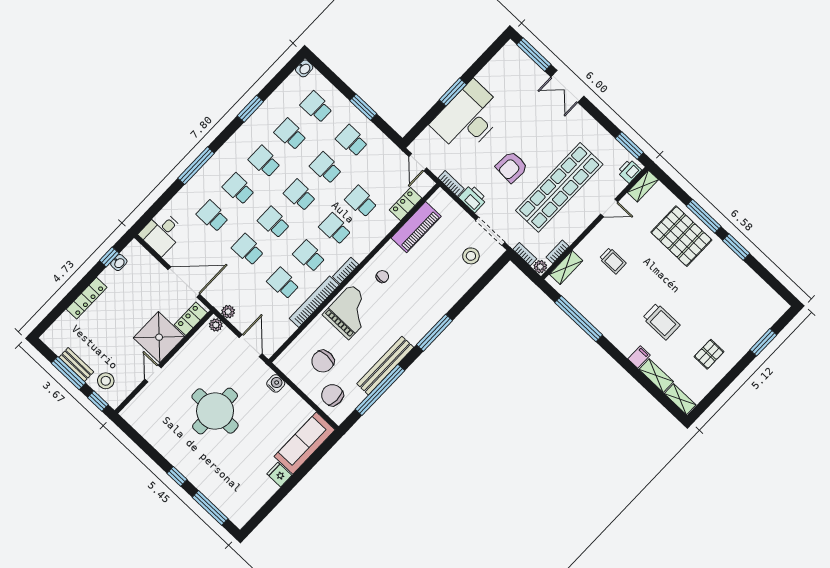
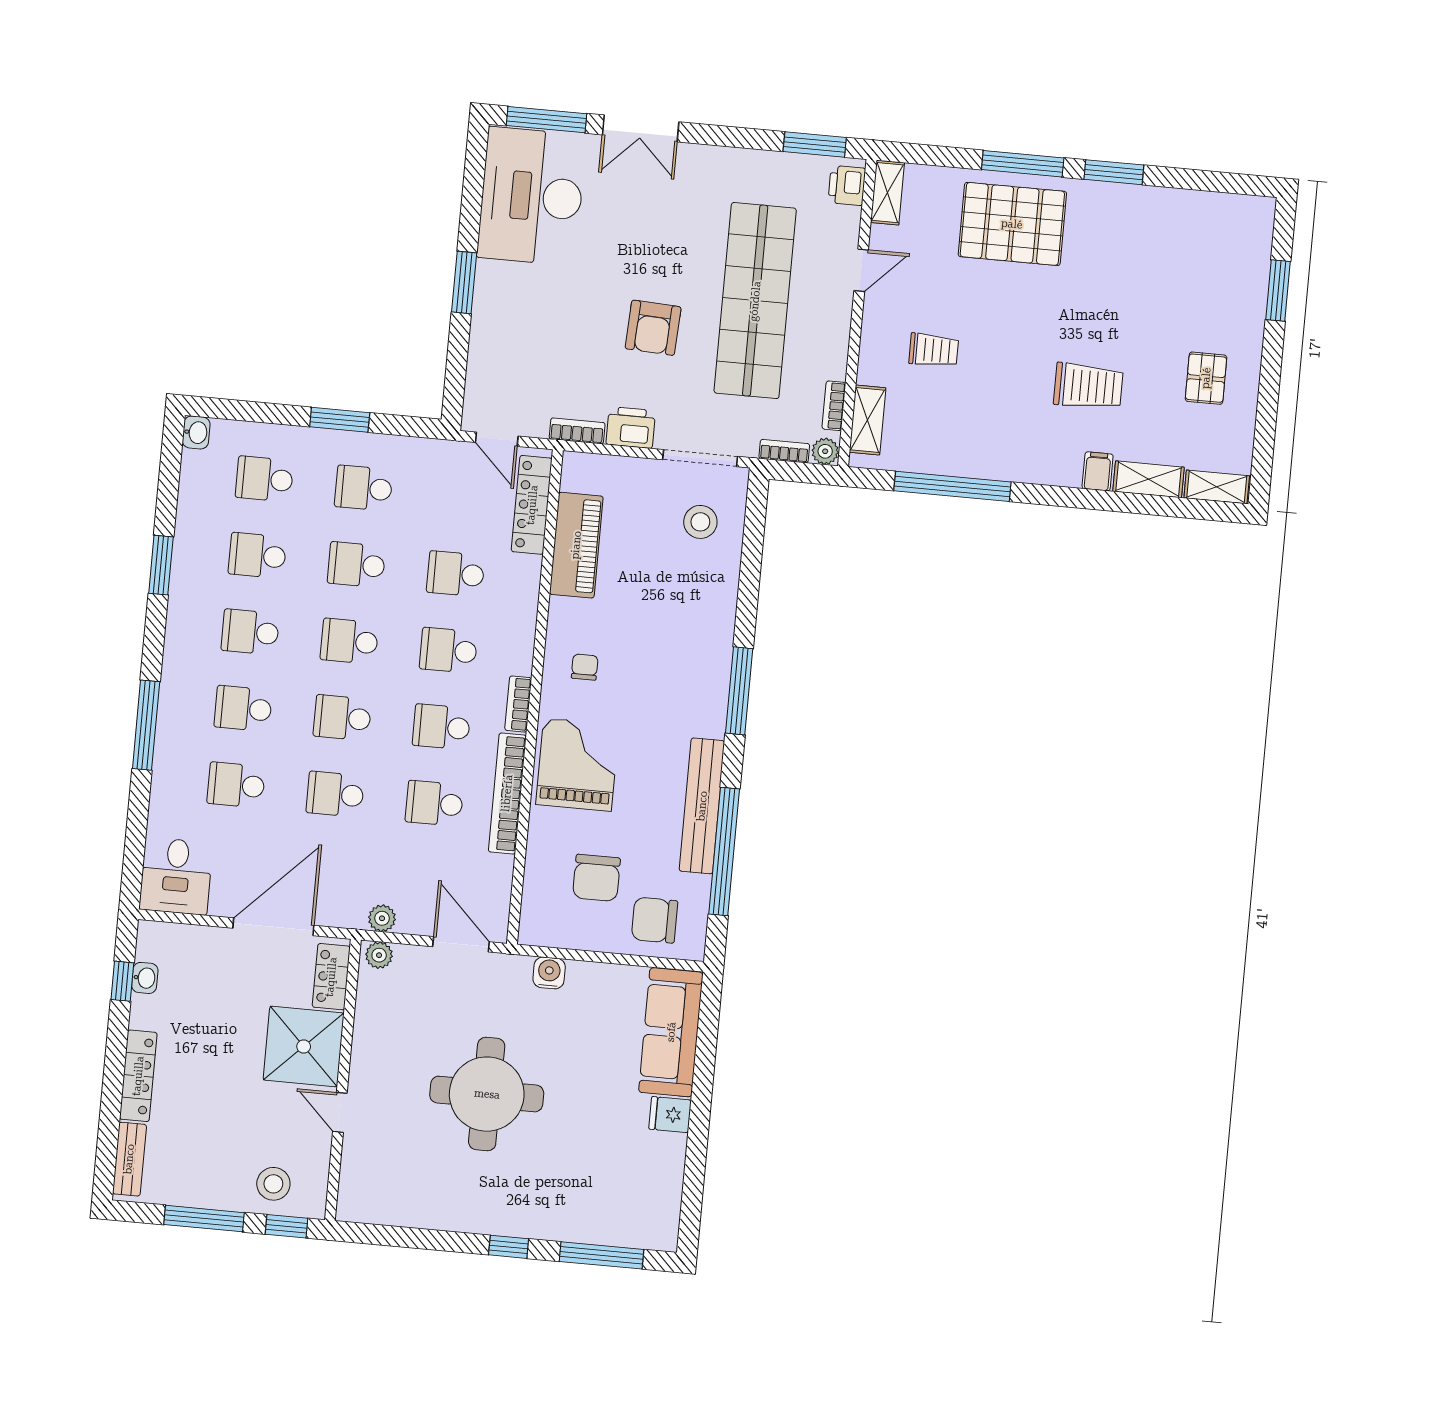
desk: (468, 118) -> (532, 196), moved
locker: (406, 204) -> (532, 505), width x1.53
bench: (76, 365) -> (129, 1159), moved, turned 90

